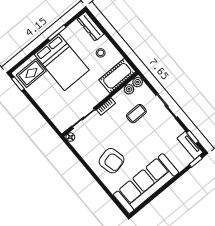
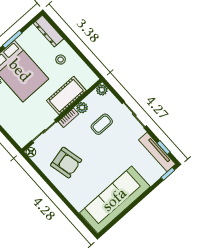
cot: (117, 76) -> (66, 96), moved
plant: (129, 89) -> (82, 108), moved
tv unit: (190, 145) -> (157, 152), width x1.41
armchair: (112, 161) -> (66, 163), moved

